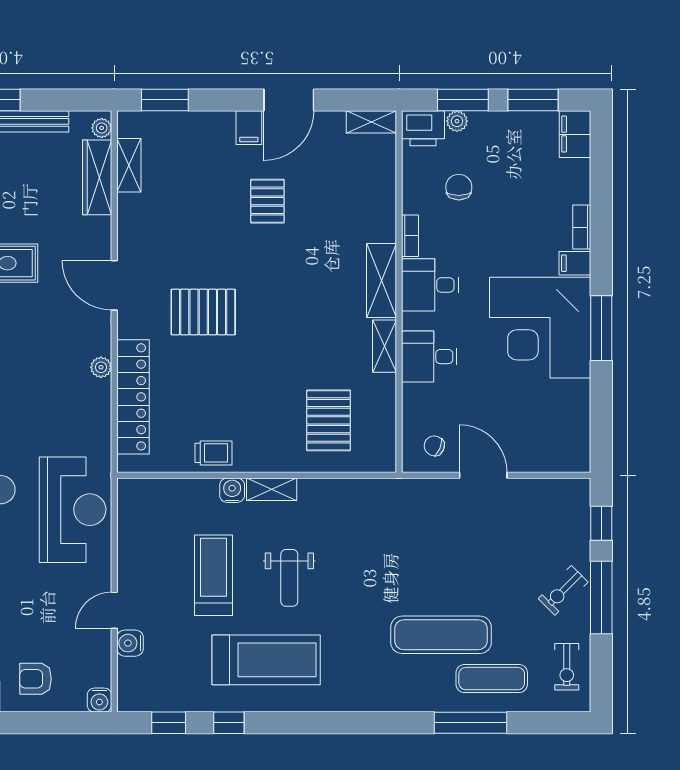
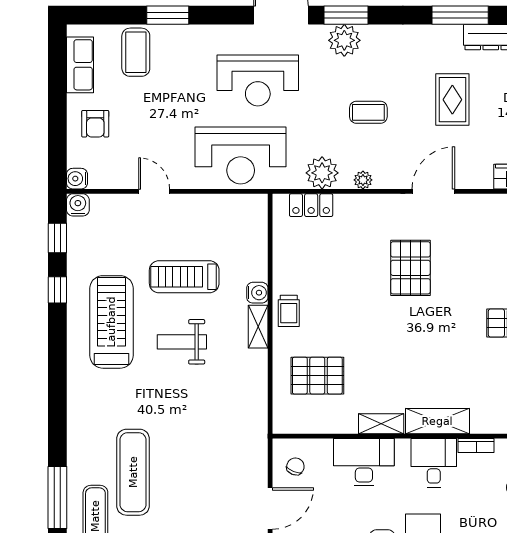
desk: (429, 357) -> (364, 462), width x1.37
coffee table: (22, 361) -> (368, 112), added
locker: (133, 397) -> (311, 205), width x0.46, depth x0.83
plant: (93, 415) -> (322, 173), added
trolley: (213, 453) -> (289, 311), moved
treadmill: (214, 575) -> (184, 277), turned 180
water cooler: (130, 643) -> (78, 205), moved
treadmill: (266, 660) -> (111, 322), turned 180
armchair: (36, 679) -> (95, 124), turned 180

